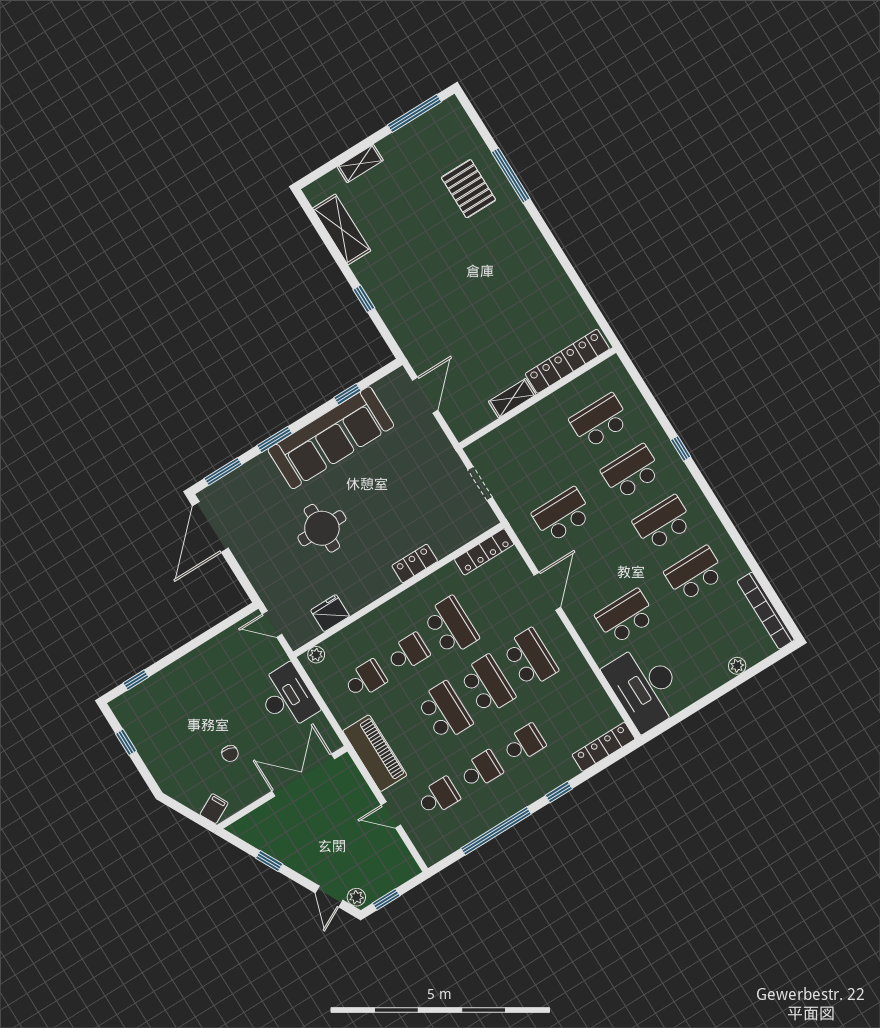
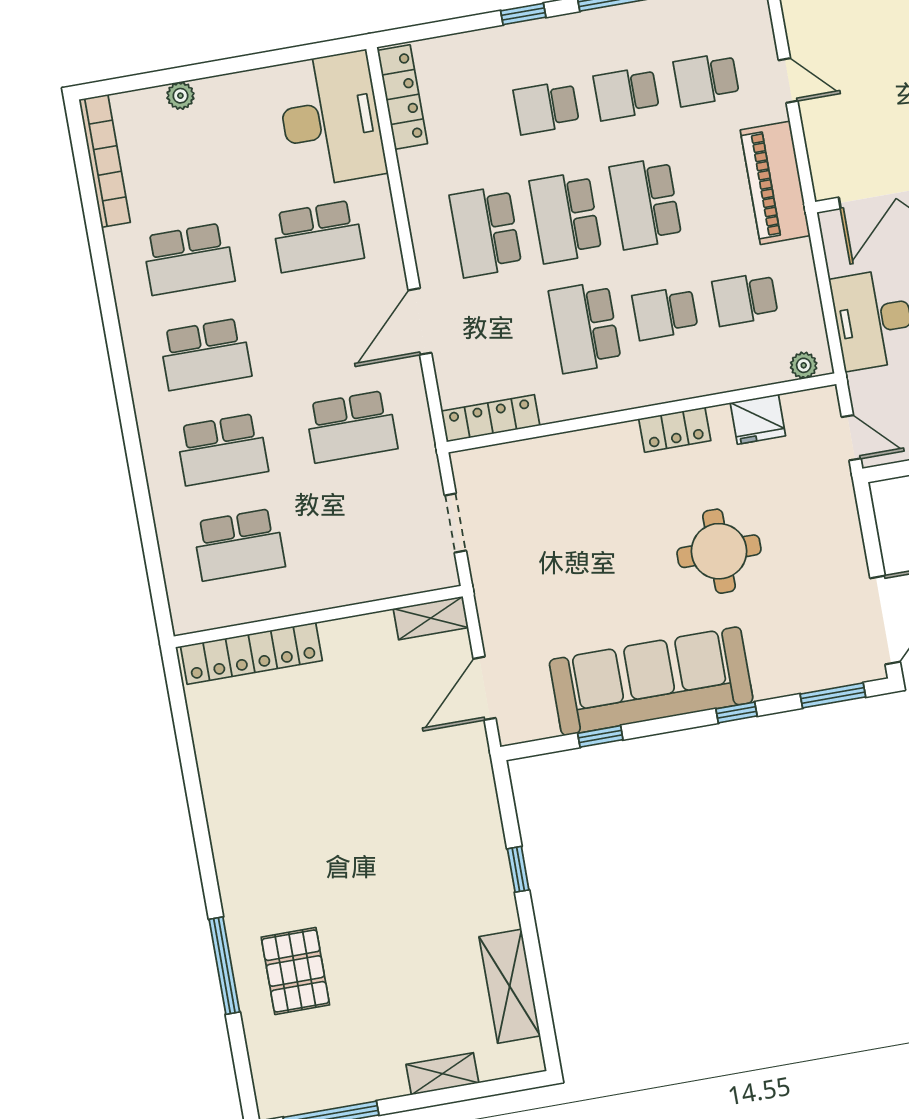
shelving: (512, 398) -> (431, 618), moved
window: (275, 439) -> (737, 712), width x0.67
window: (681, 448) -> (134, 455), removed
locker: (415, 563) -> (675, 430), moved
locker: (604, 747) -> (402, 97), moved, turned -90

